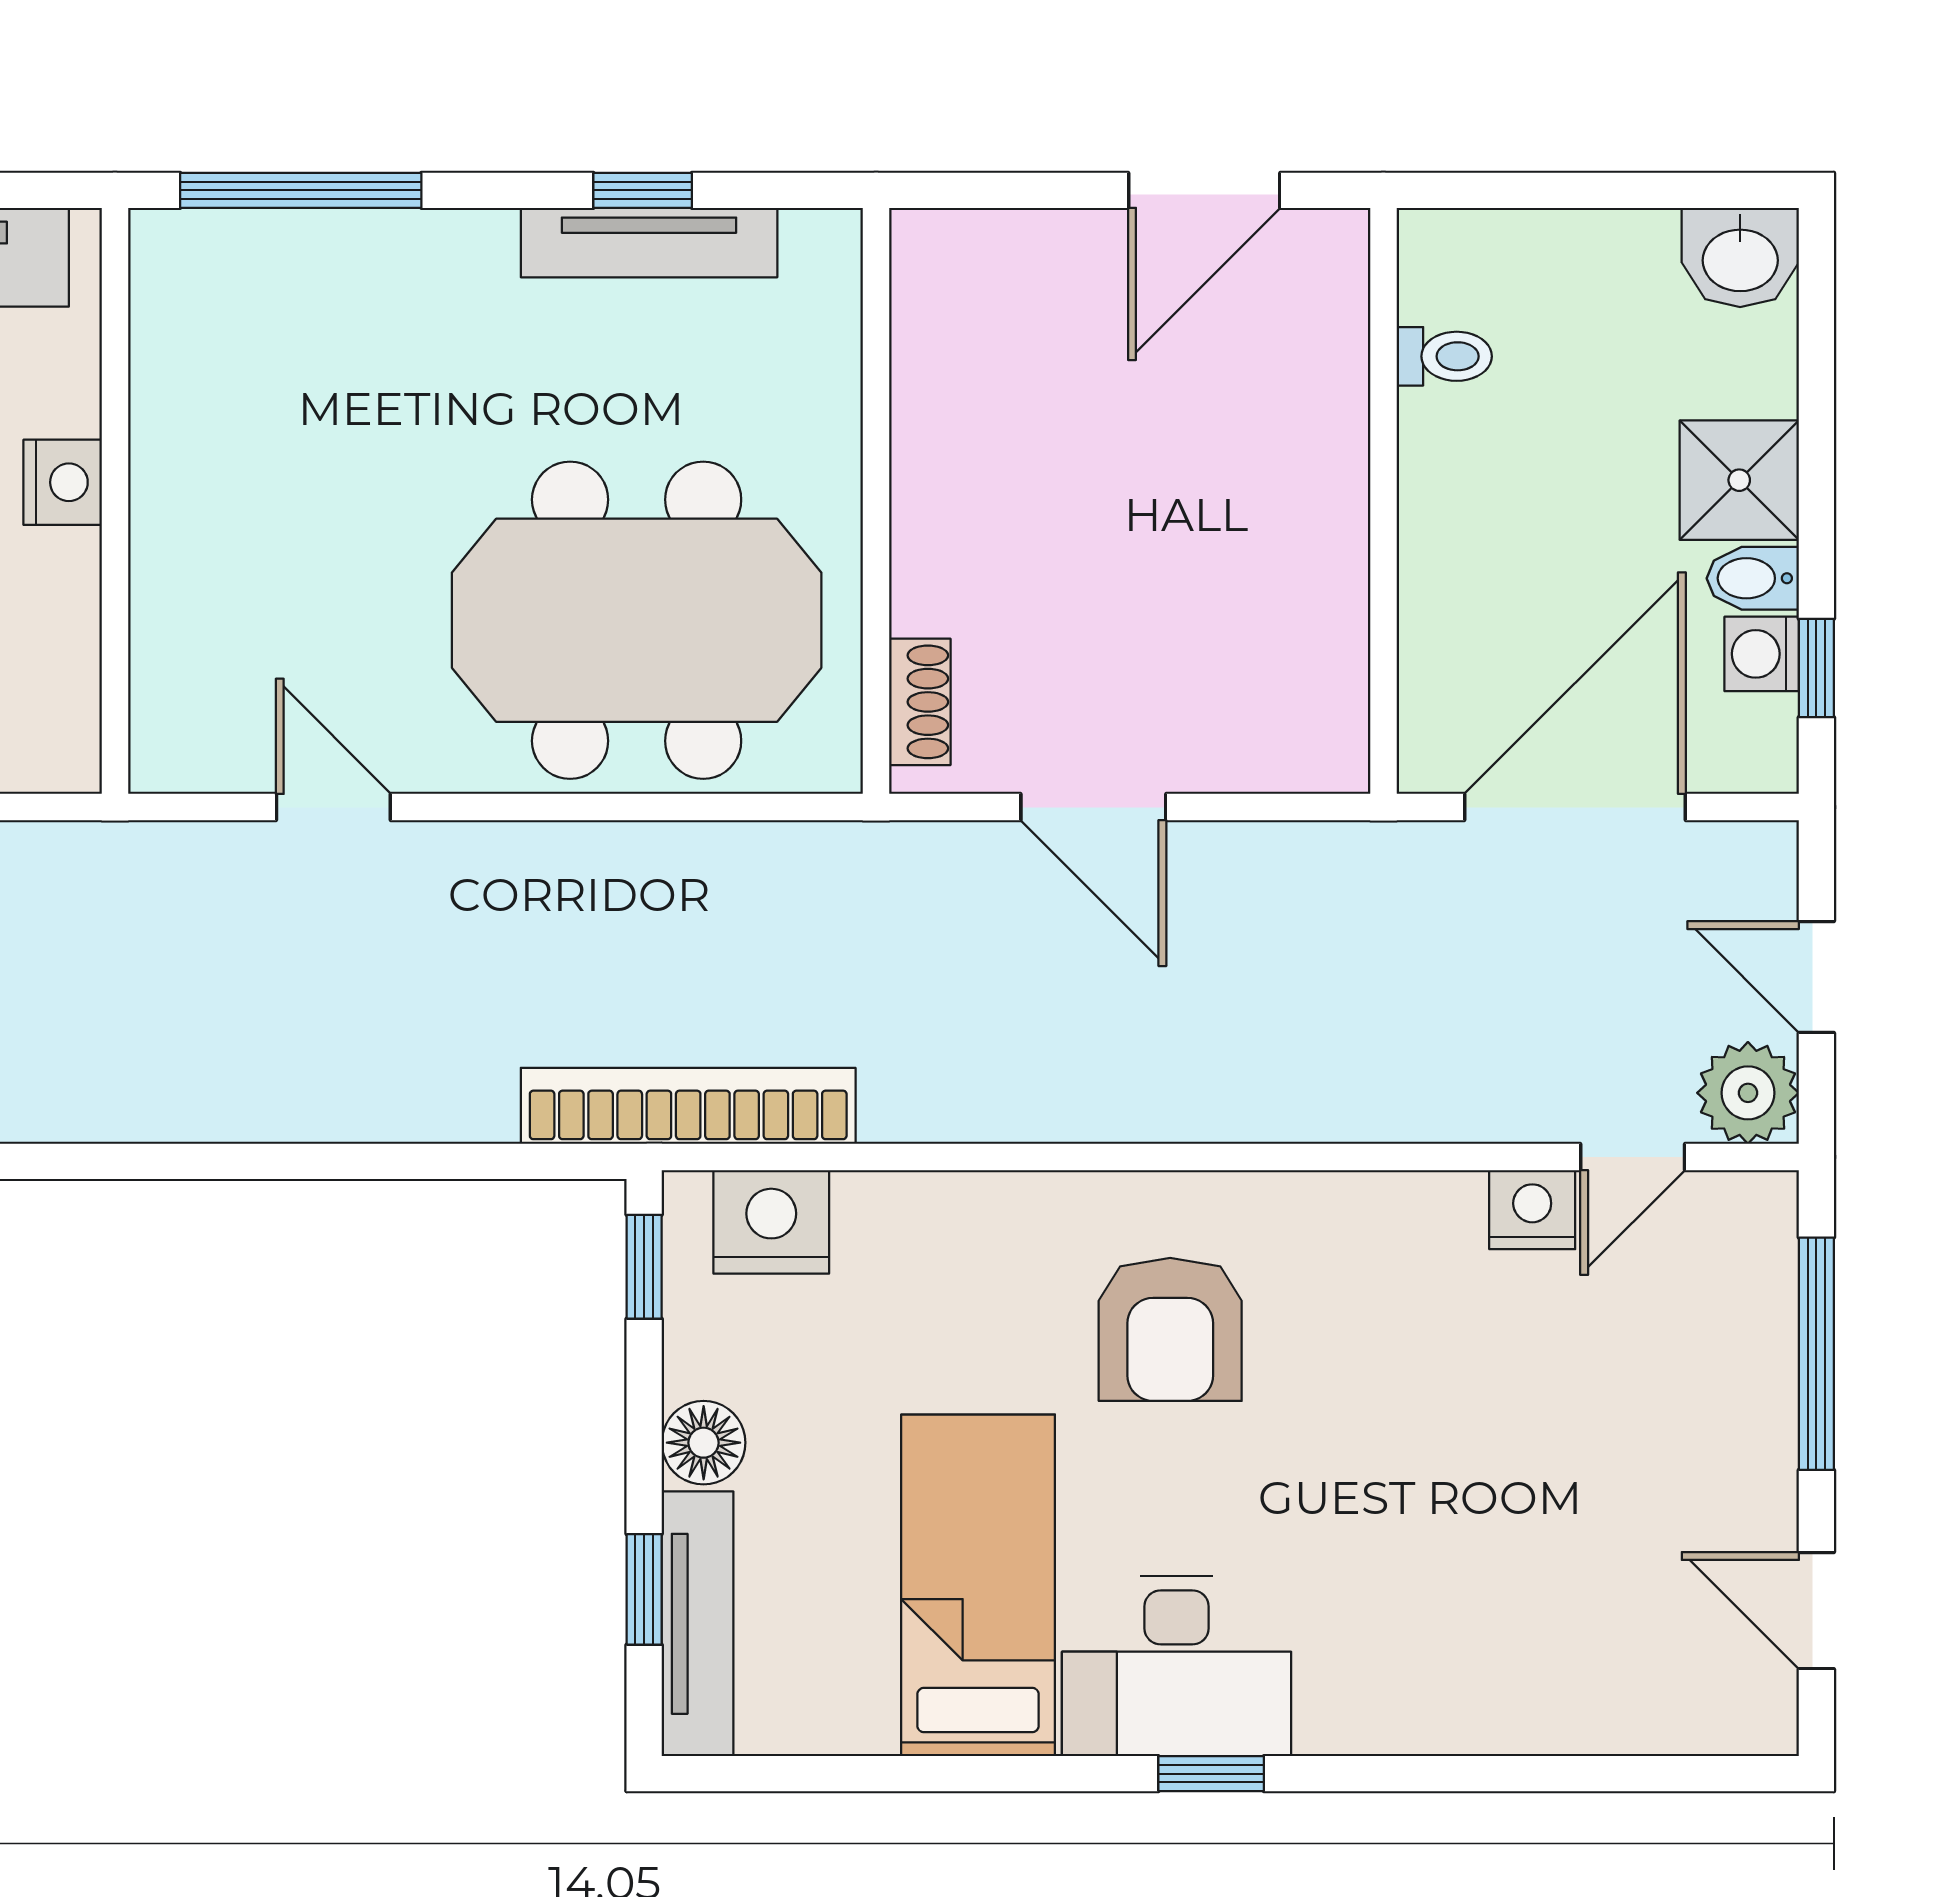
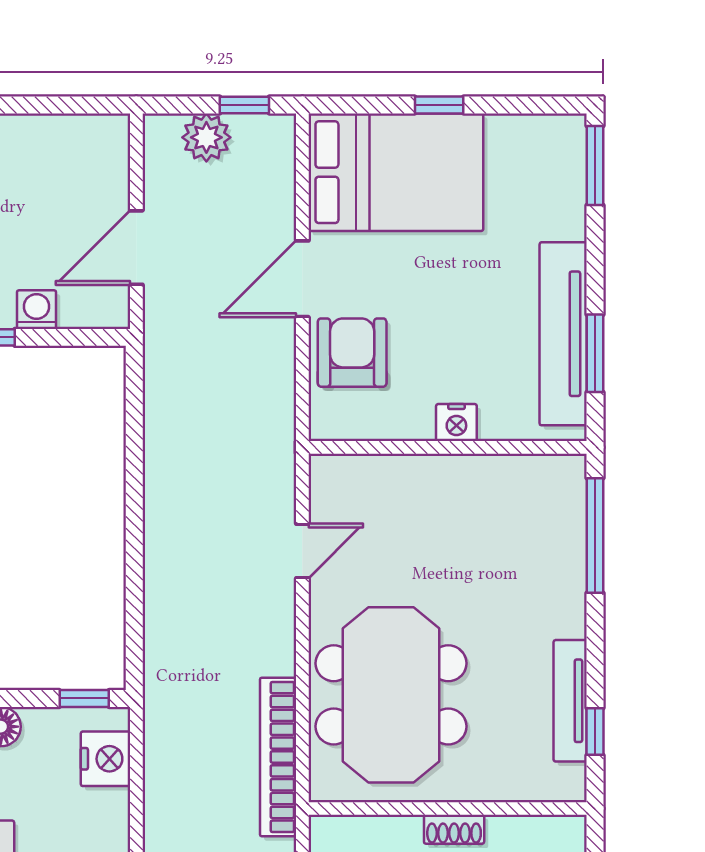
window: (643, 190) -> (595, 732), moved
shoe rack: (920, 702) -> (454, 829), moved
bookcase: (688, 1106) -> (278, 757), moved, turned 180

